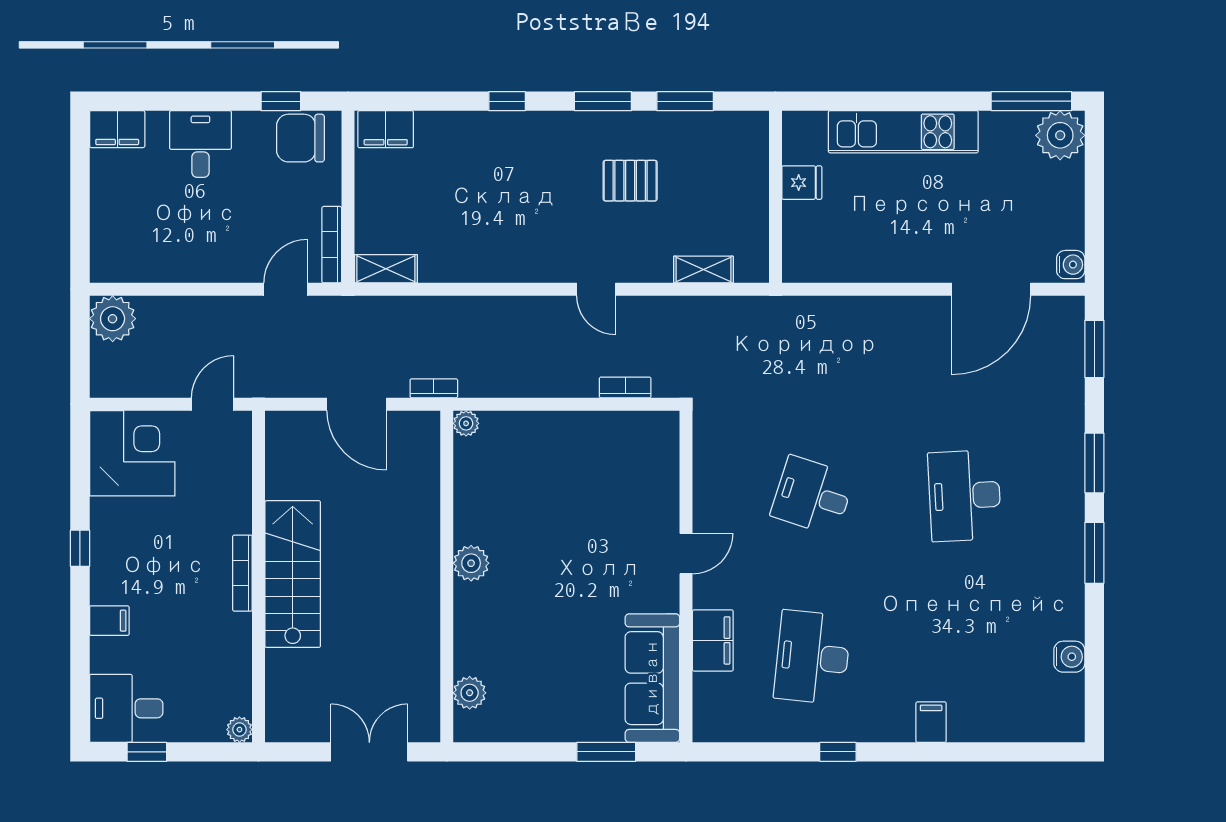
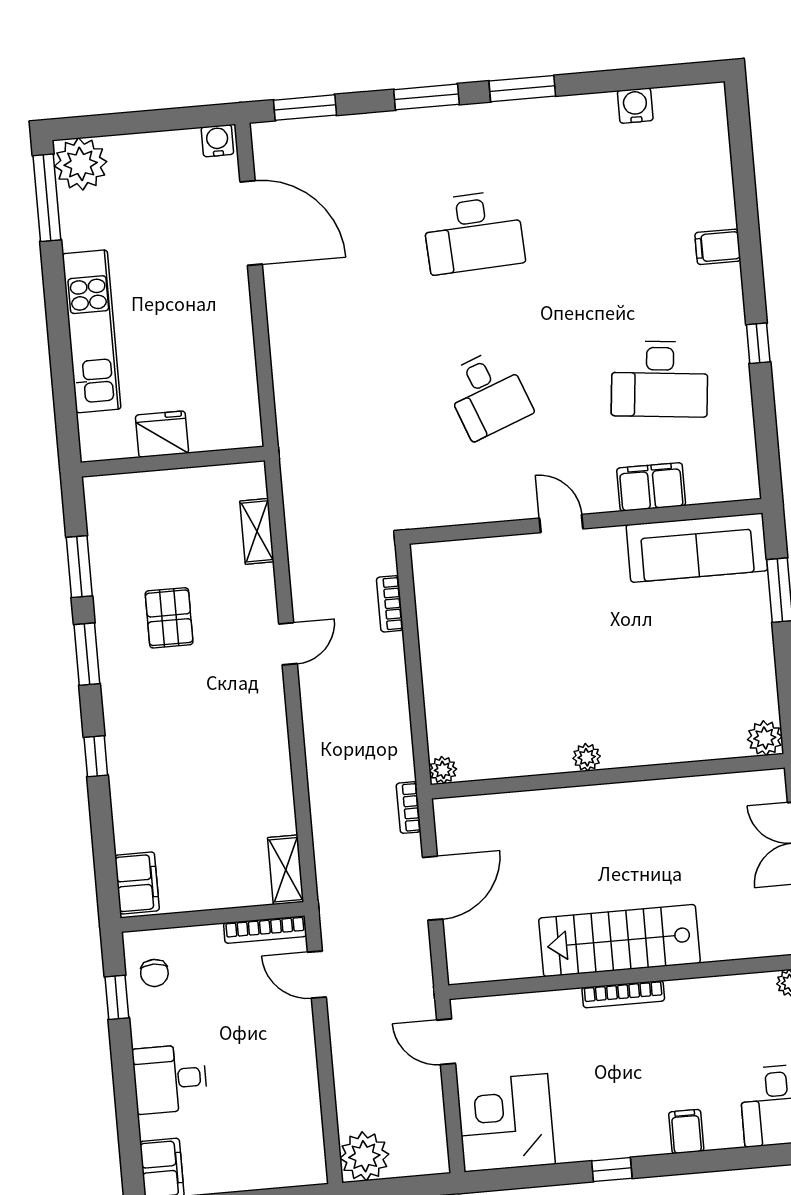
chair: (300, 138) -> (154, 973), width x0.54, depth x0.54
fridge: (802, 183) -> (162, 434), width x1.38
desk: (813, 496) -> (488, 394), turned -39
plant: (471, 563) -> (587, 757), width x0.73, depth x0.73
plant: (470, 693) -> (765, 738), moved

